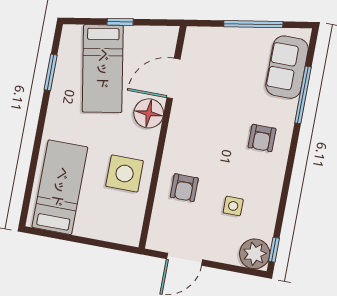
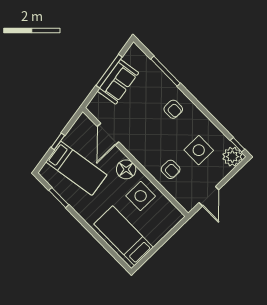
sofa: (287, 67) -> (118, 82), moved, turned -100
floor lamp: (149, 113) -> (126, 169), moved
side table: (233, 206) -> (199, 150), width x1.87, depth x1.87

